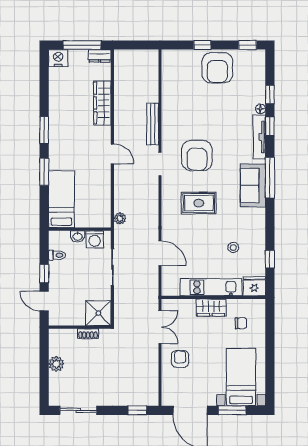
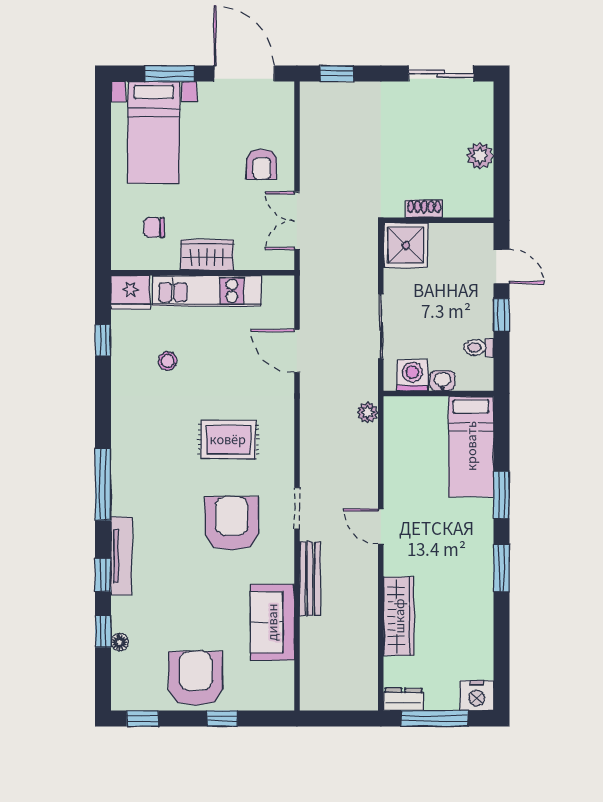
floor lamp: (260, 109) -> (120, 642), moved
sofa: (253, 185) -> (272, 622), moved, turned 180

